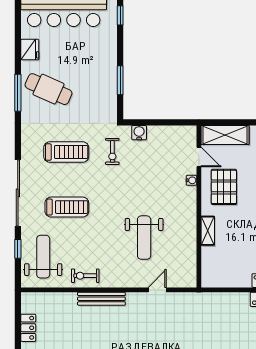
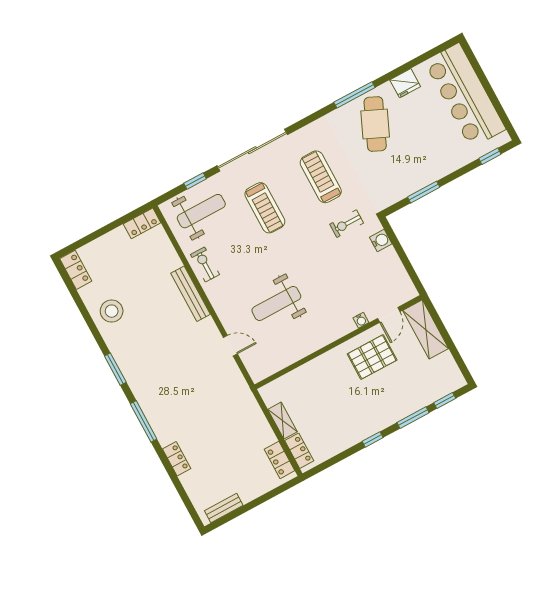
treadmill: (66, 152) -> (321, 177), turned 180
shelving: (208, 231) -> (283, 421), moved, turned 90
locker: (28, 328) -> (142, 223), moved

